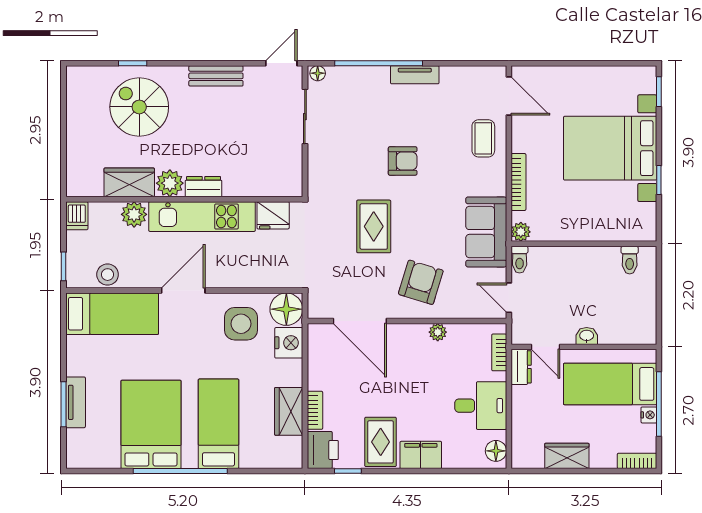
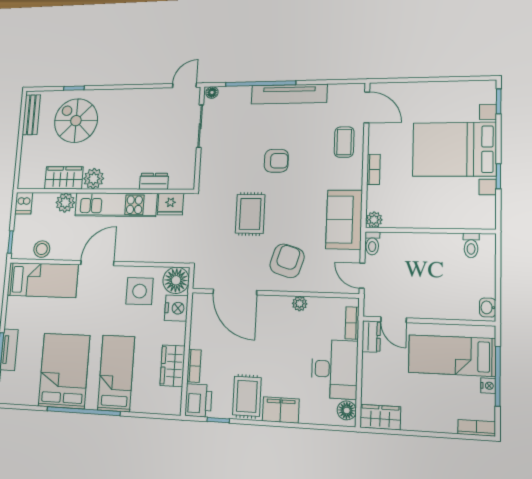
tv unit: (415, 75) -> (289, 94), width x1.92, depth x1.29
bench: (216, 76) -> (31, 115), moved, turned 90
bookcase: (518, 182) -> (373, 169), width x0.64
dresser: (204, 187) -> (154, 181), moved
washbasin: (587, 336) -> (488, 307), moved, turned -90
desk: (481, 406) -> (334, 369), width x1.37
wardrobe: (567, 456) -> (380, 417), moved

